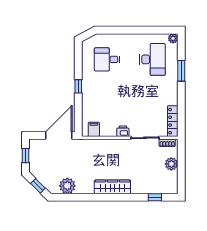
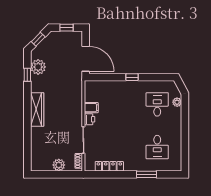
plant: (173, 38) -> (177, 102), moved
desk: (152, 59) -> (157, 147), width x0.73
locker: (173, 121) -> (109, 166), moved
filing cabinet: (94, 129) -> (91, 108), moved
window: (155, 197) -> (27, 75), moved

